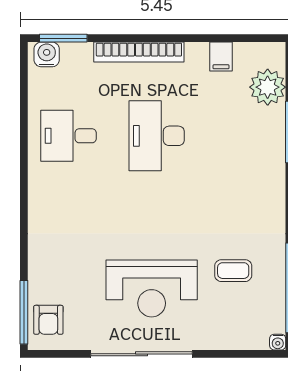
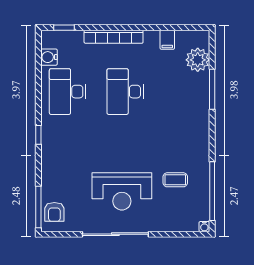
window: (63, 38) -> (64, 28), width x0.67
water cooler: (47, 54) -> (49, 57), moved, turned -90
desk: (69, 136) -> (68, 92), width x1.37
window: (24, 202) -> (38, 135), added

